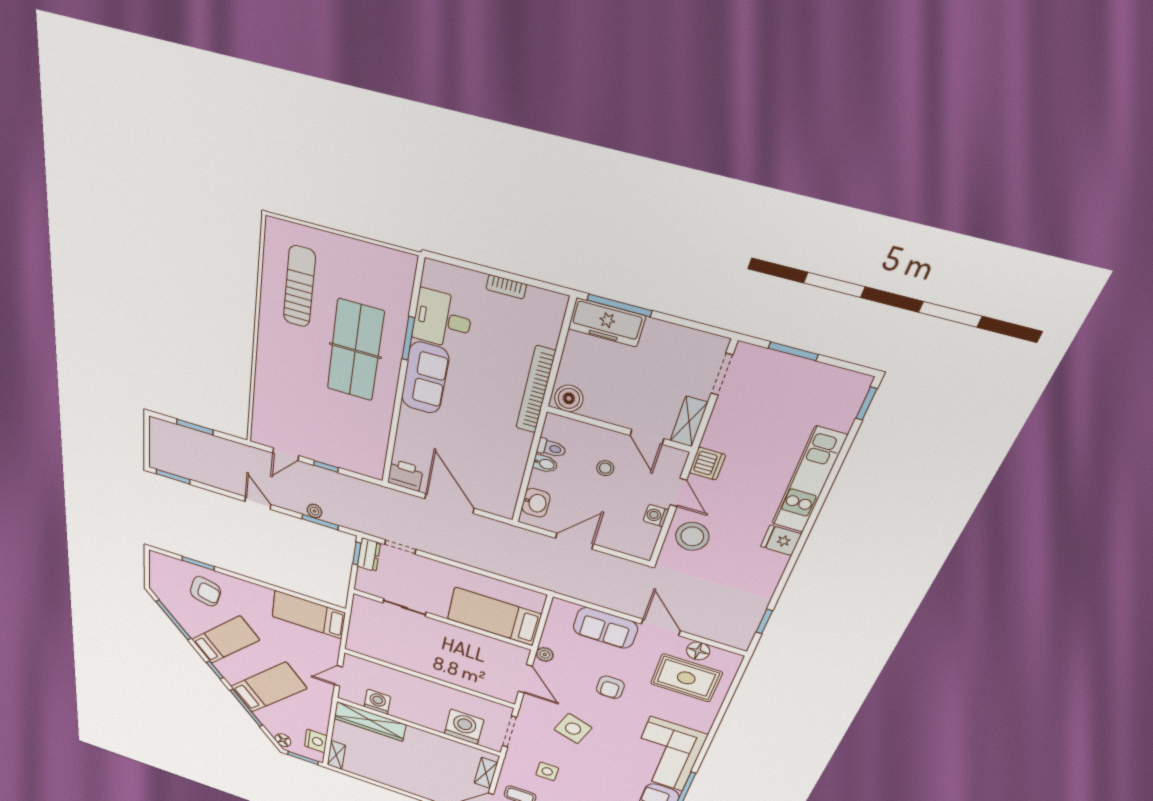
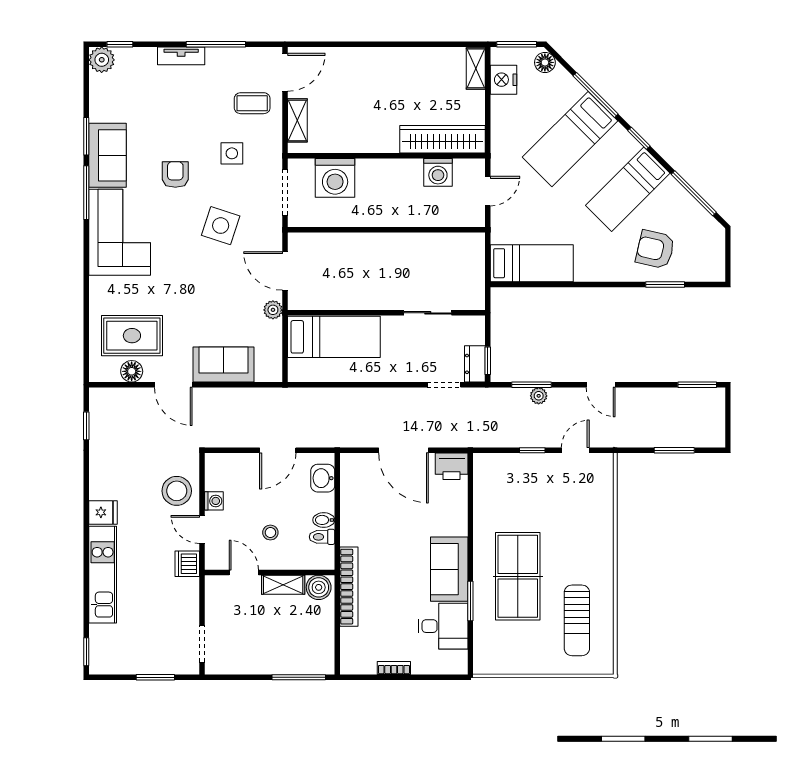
freezer: (607, 322) -> (305, 661), removed
shelving: (689, 422) -> (283, 585), moved, turned 90
armchair: (610, 687) -> (175, 175), moved

